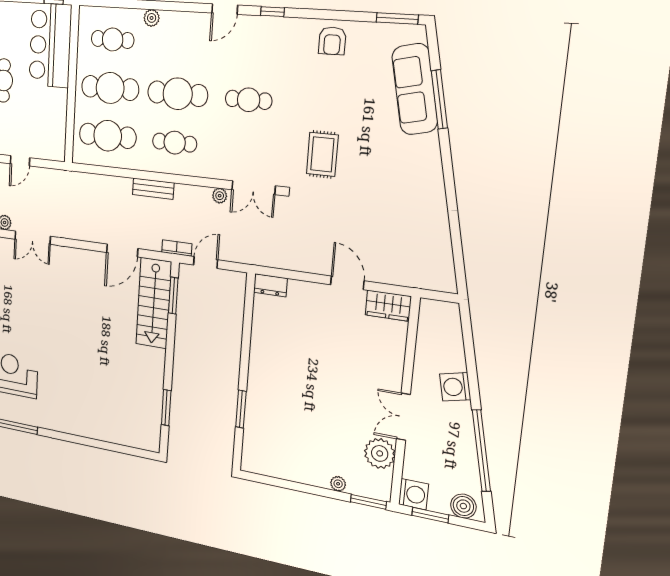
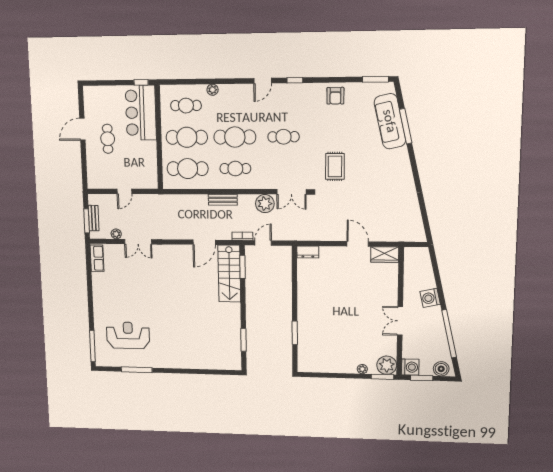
plant: (220, 196) -> (265, 204), width x1.88, depth x1.88
plant: (380, 453) -> (387, 365), moved

